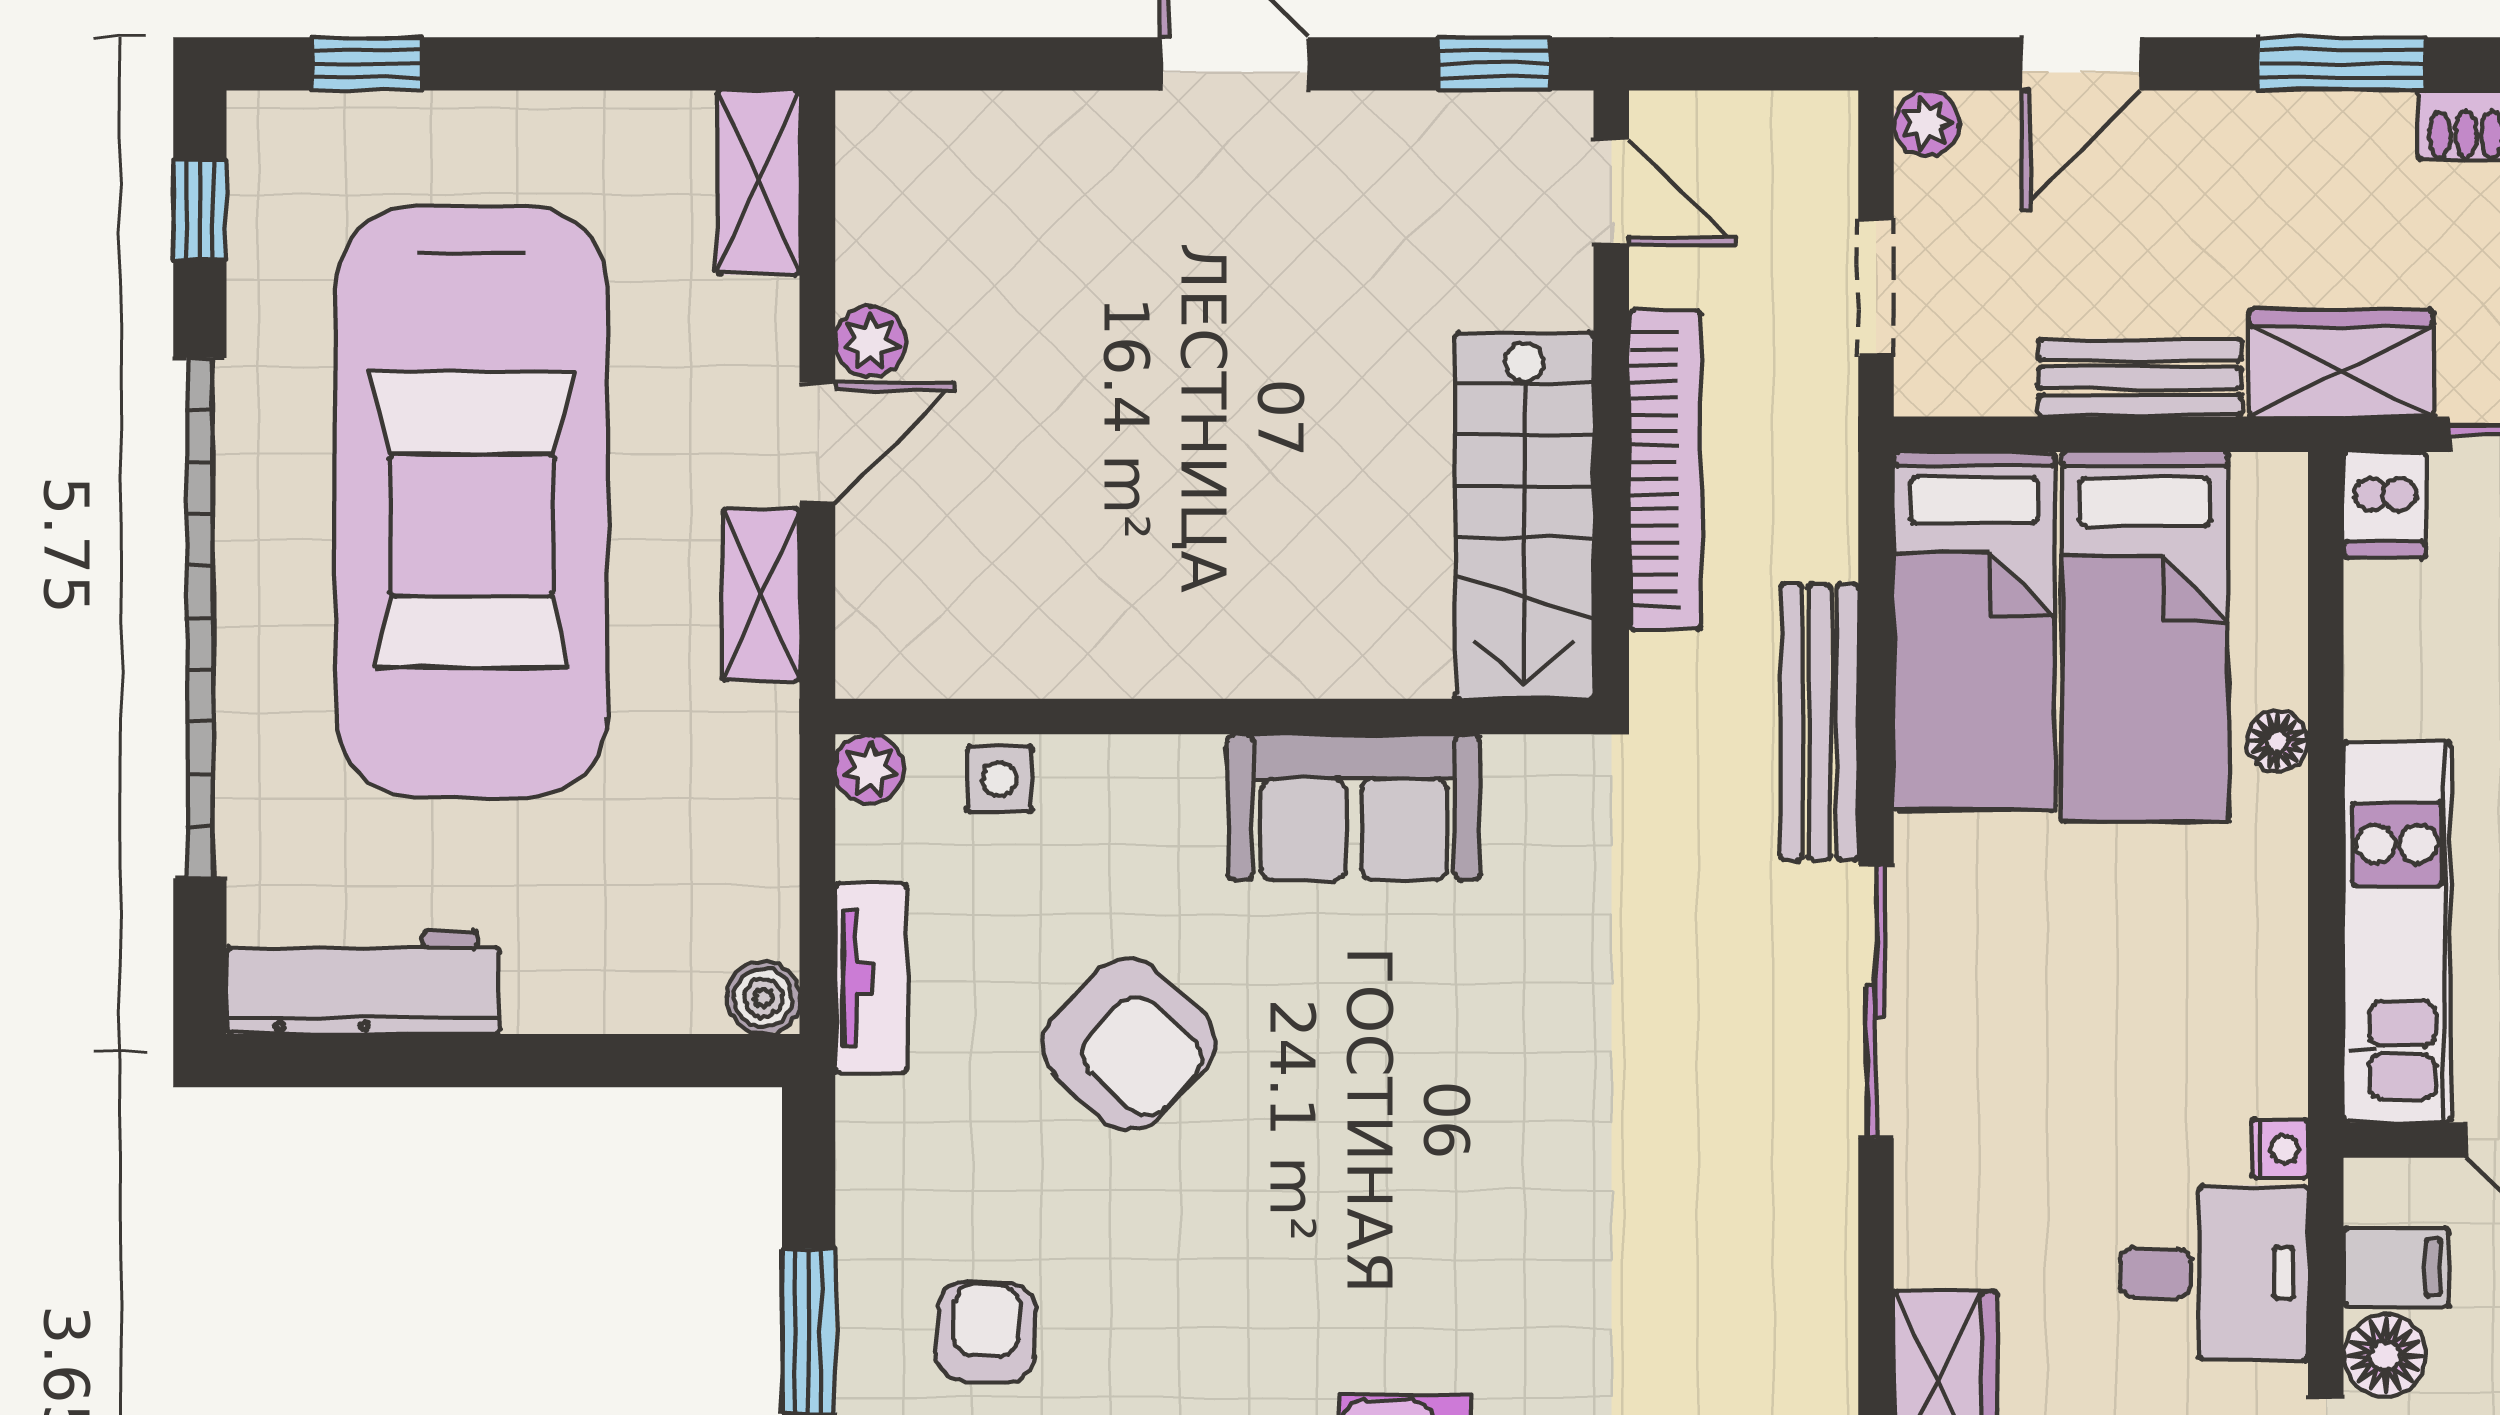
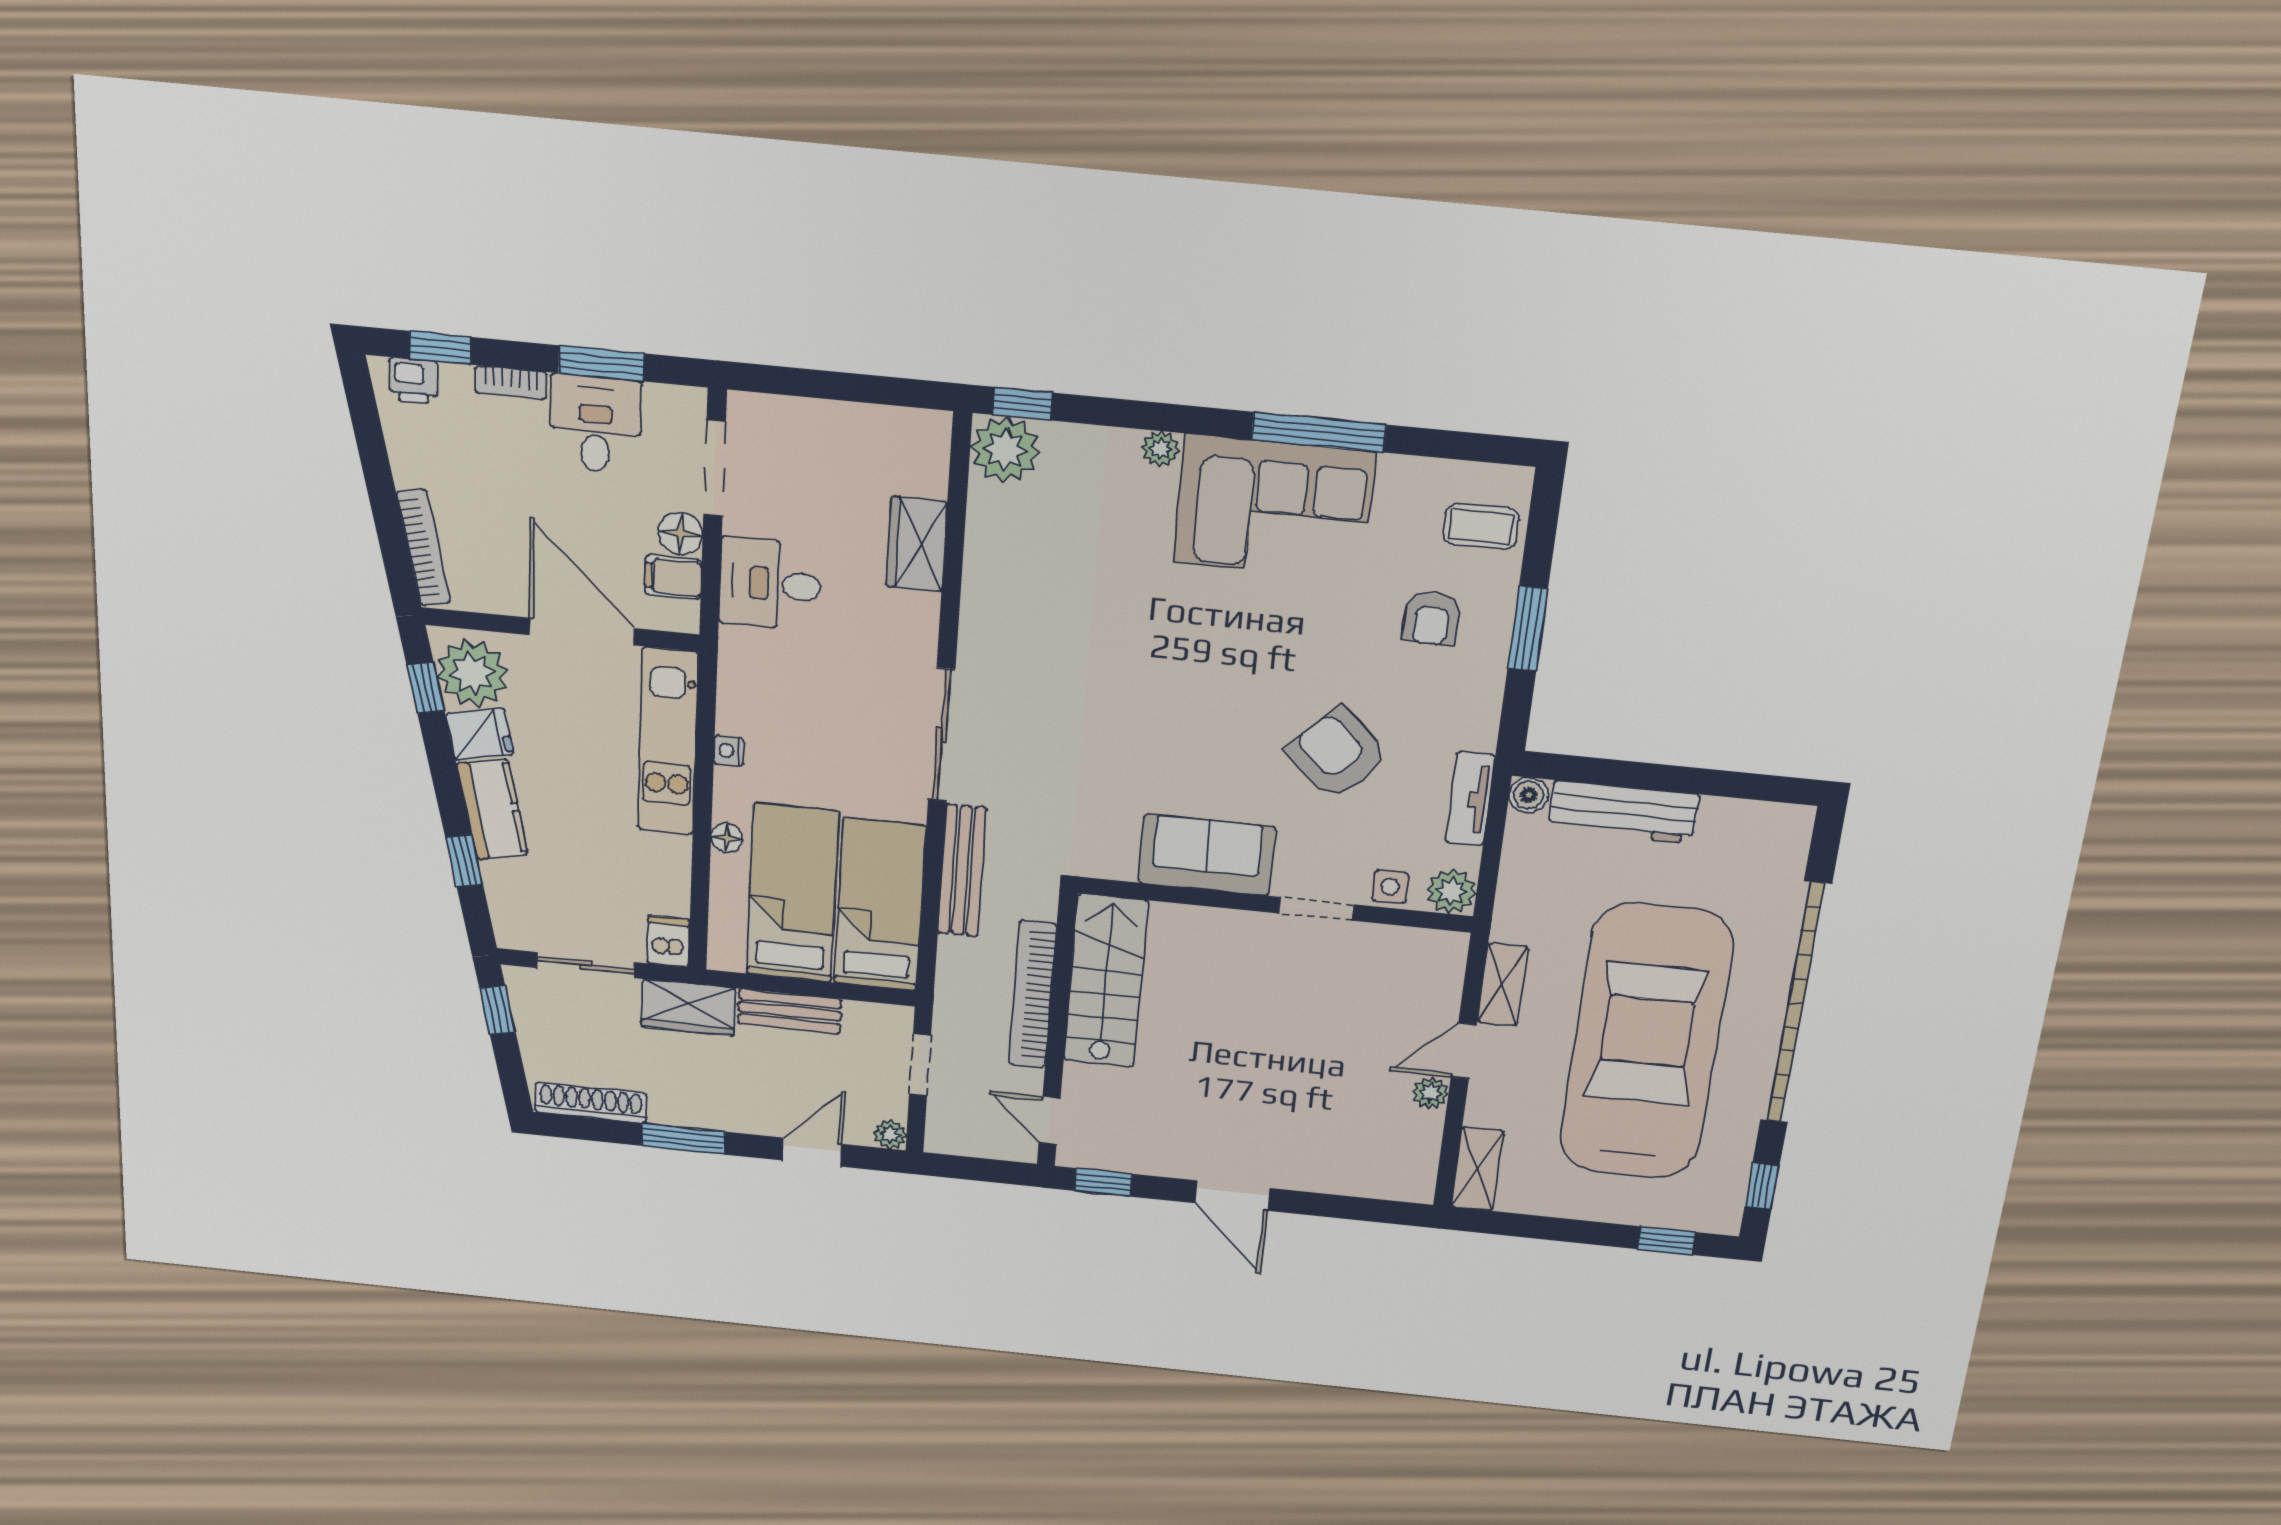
doorway: (1135, 717) -> (1316, 909), added
plant: (870, 769) -> (1451, 891), width x1.38, depth x1.38
workbench: (363, 983) -> (1623, 812), moved
nightstand: (2280, 1149) -> (729, 751), moved

